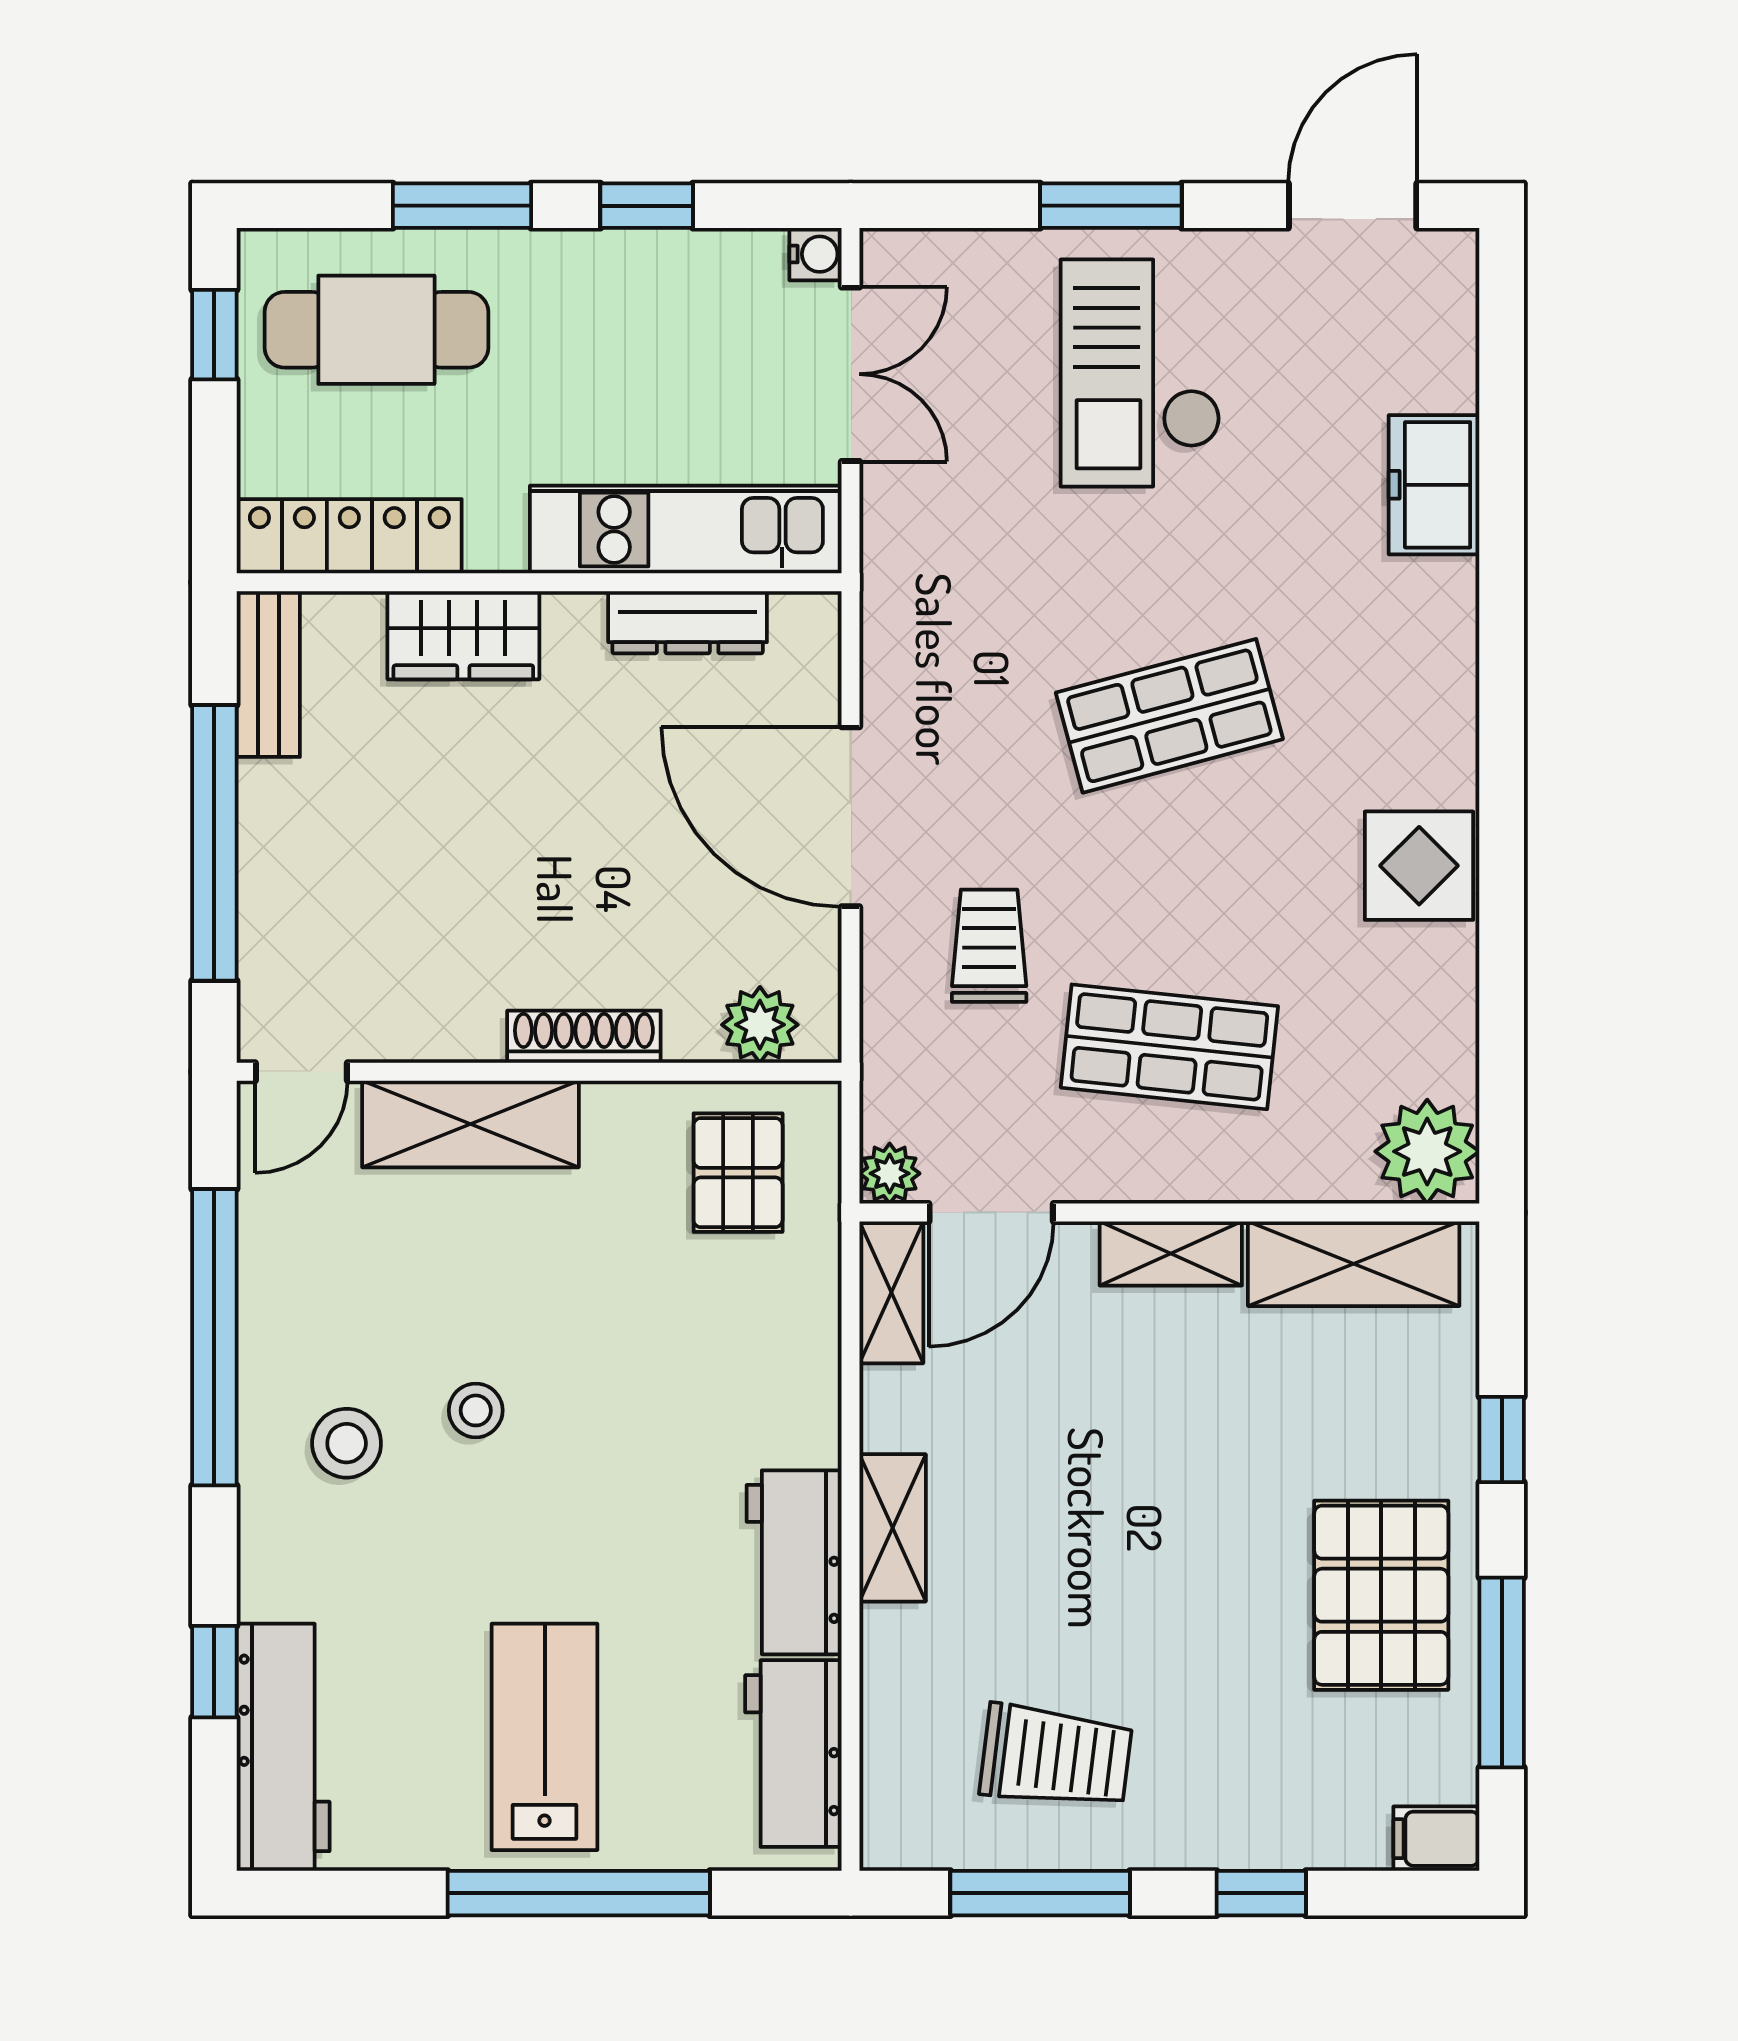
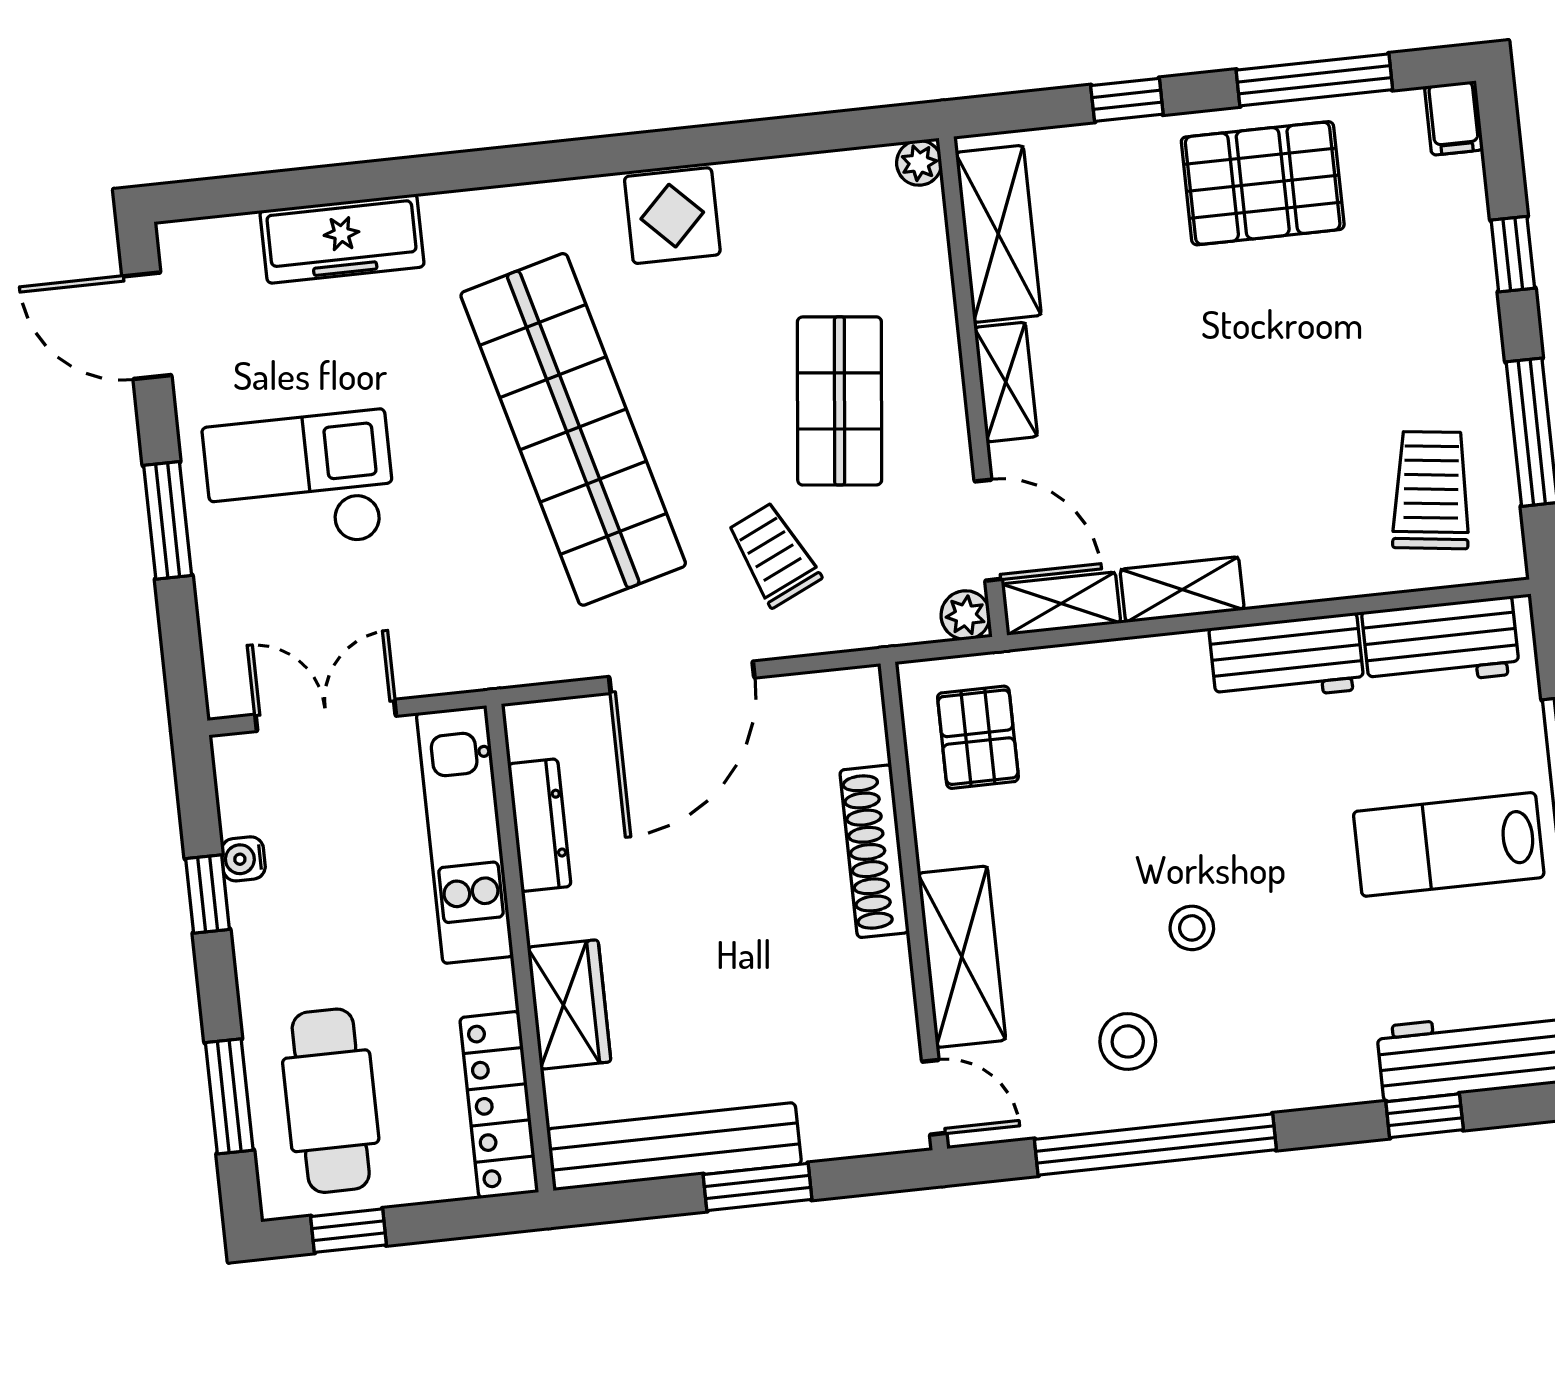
window: (462, 206) -> (229, 1096), moved
water cooler: (815, 254) -> (243, 859), moved, turned -90
checkout: (1140, 373) -> (300, 482), turned 180
freezer: (1434, 485) -> (342, 239), width x1.40
bench: (268, 674) -> (674, 1147), width x1.86, depth x1.21
shop shelf: (1169, 716) -> (573, 429), width x2.00, depth x1.36
window: (214, 843) -> (758, 1187), width x0.47
trolley: (989, 946) -> (774, 555), turned 65
plant: (760, 1025) -> (857, 732), removed
shoe rack: (584, 1037) -> (874, 851), width x1.36, depth x1.24
plant: (1427, 1151) -> (919, 163), width x0.53, depth x0.53
pallet: (738, 1173) -> (978, 737), turned 90
stool: (347, 1443) -> (1128, 1041), moved
shelving: (893, 1528) -> (1182, 590), moved
trolley: (1056, 1757) -> (1431, 490), moved

